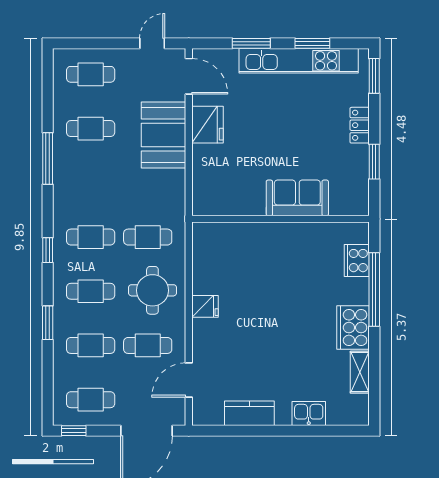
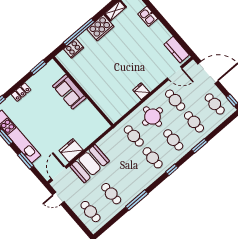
window: (374, 162) -> (38, 67), moved
kitchen counter: (249, 413) -> (177, 50), moved

